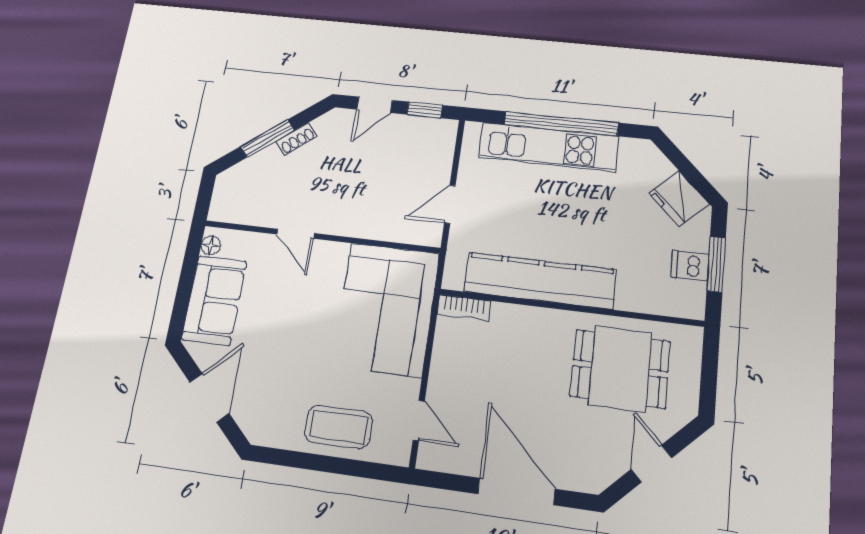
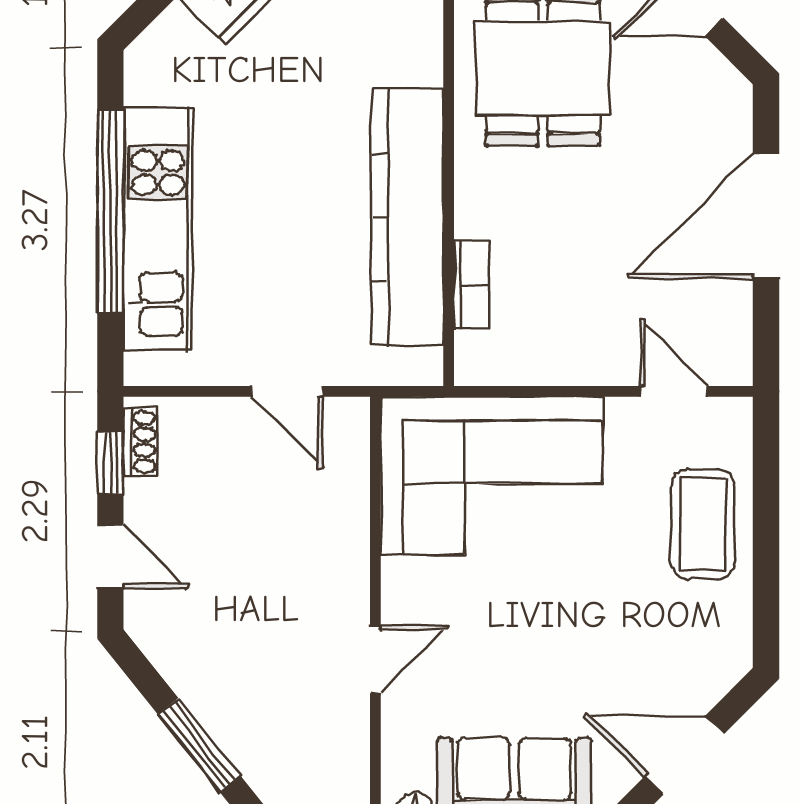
shoe rack: (297, 139) -> (140, 442), moved, turned 39
bookcase: (464, 308) -> (472, 284), moved
door: (419, 421) -> (674, 391), hinge flipped

